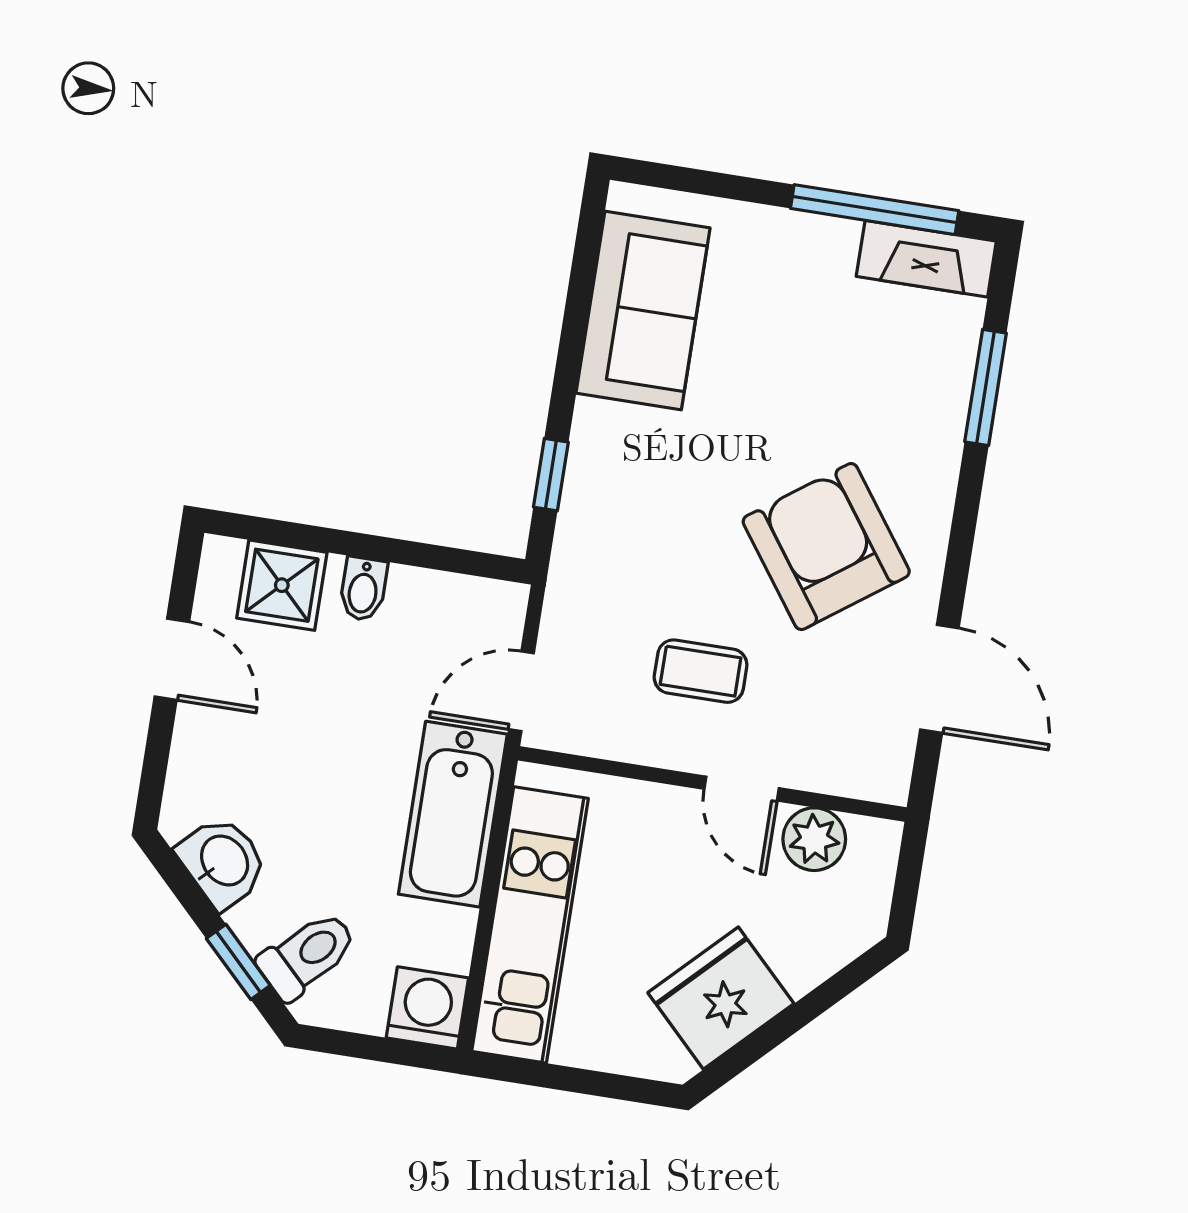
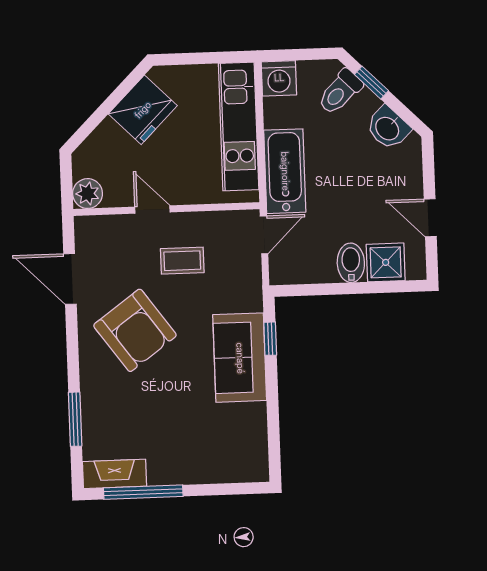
sofa: (643, 311) -> (240, 358), moved
bidet: (363, 589) -> (351, 263), width x1.38, depth x1.36
plant: (814, 839) -> (88, 194), moved

